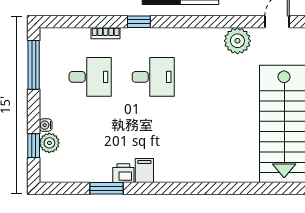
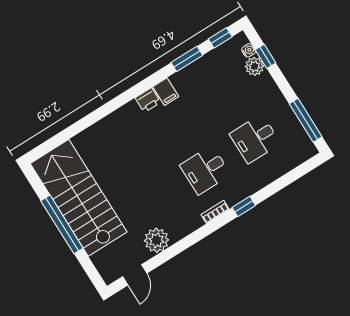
bookcase: (106, 33) -> (215, 212), moved
water cooler: (46, 125) -> (249, 50), moved
printer: (123, 173) -> (148, 100), moved
window: (64, 188) -> (220, 38), added

